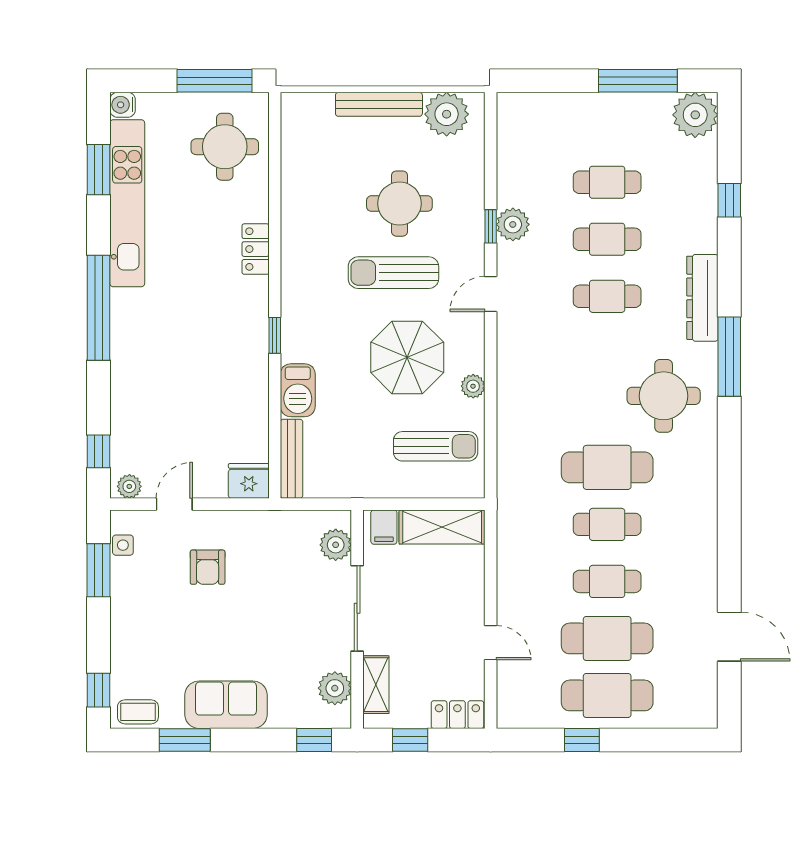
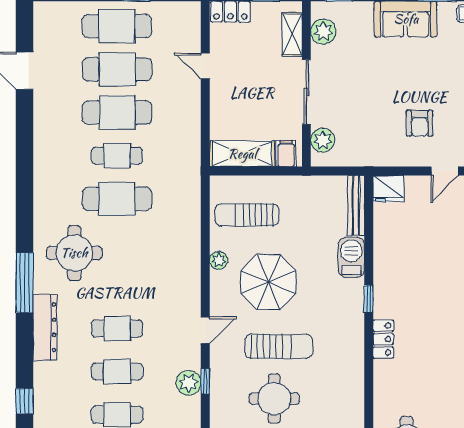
locker: (256, 249) -> (383, 339), moved
armchair: (208, 567) -> (420, 123), turned 180
cafe table: (607, 581) -> (117, 112), width x1.37, depth x1.35

